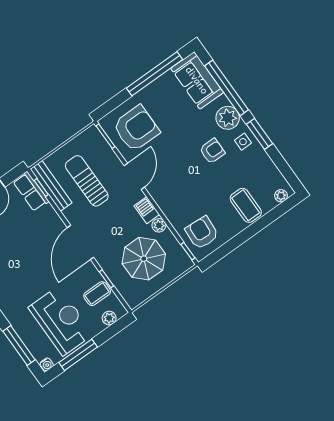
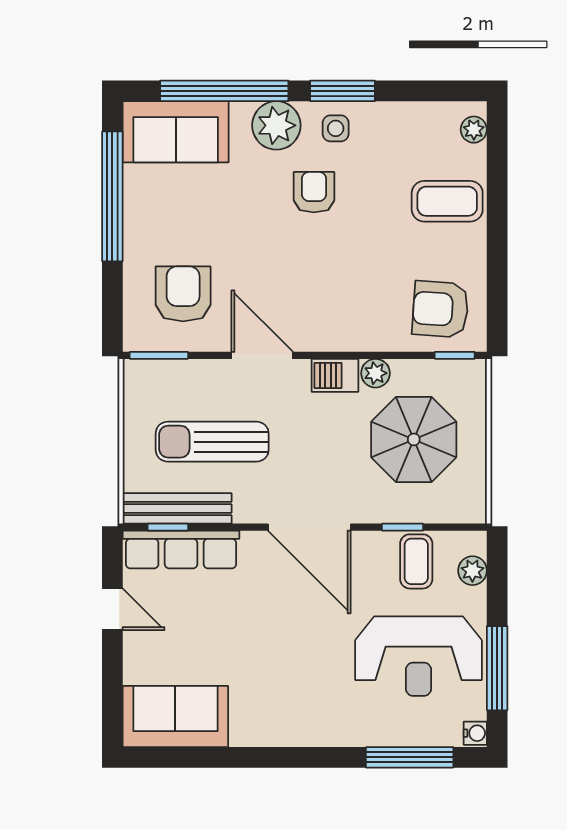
armchair: (136, 128) -> (183, 294), width x0.73, depth x0.73
row of seats: (31, 191) -> (181, 549), width x1.48
reception desk: (61, 321) -> (418, 656), turned 180

